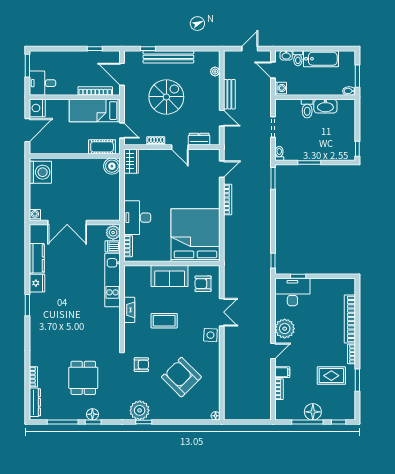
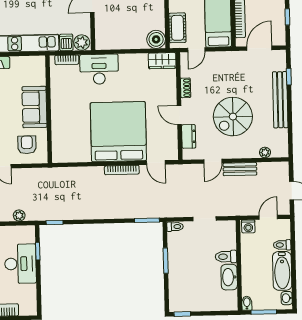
washbasin: (286, 55) -> (287, 298), moved
spiral stairs: (166, 97) -> (233, 117), moved, turned 90
door: (180, 147) -> (179, 115), hinge flipped
bed: (195, 235) -> (118, 132), moved, turned -90
plant: (266, 292) -> (19, 215), added
desk: (292, 292) -> (20, 264), moved

